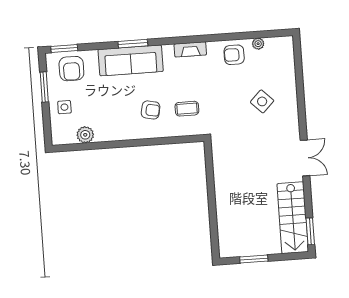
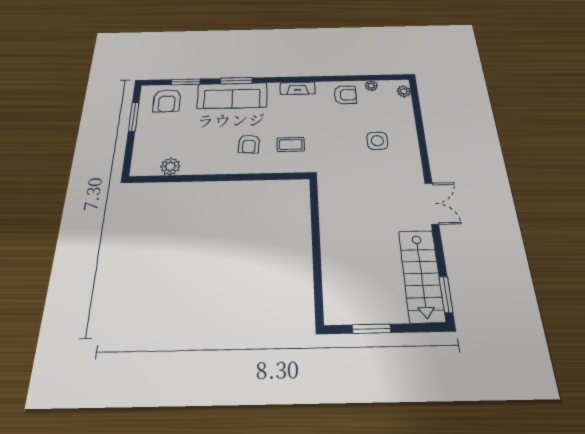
window: (64, 49) -> (186, 82), moved
plant: (288, 49) -> (404, 91), added
armchair: (234, 55) -> (345, 95), turned 180
side table: (262, 101) -> (377, 141), turned 45
side table: (64, 107) -> (152, 137), removed
armchair: (151, 110) -> (249, 144), turned 82

